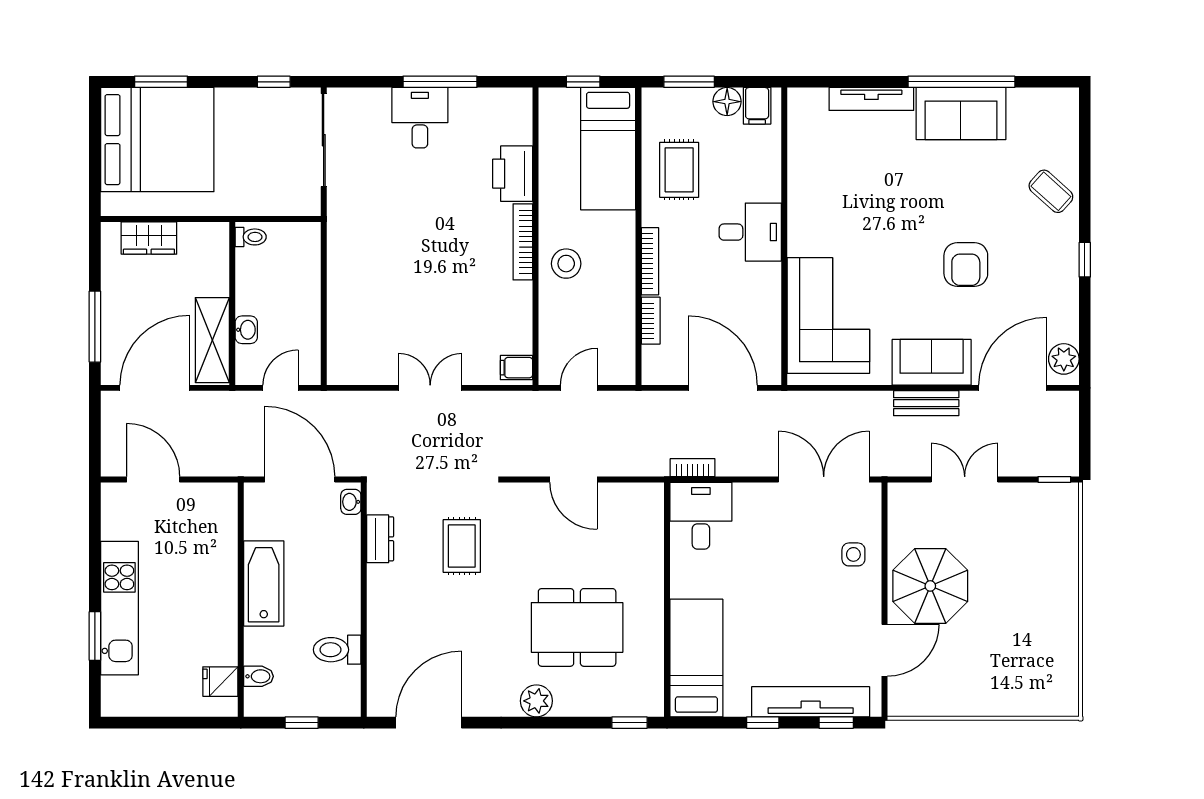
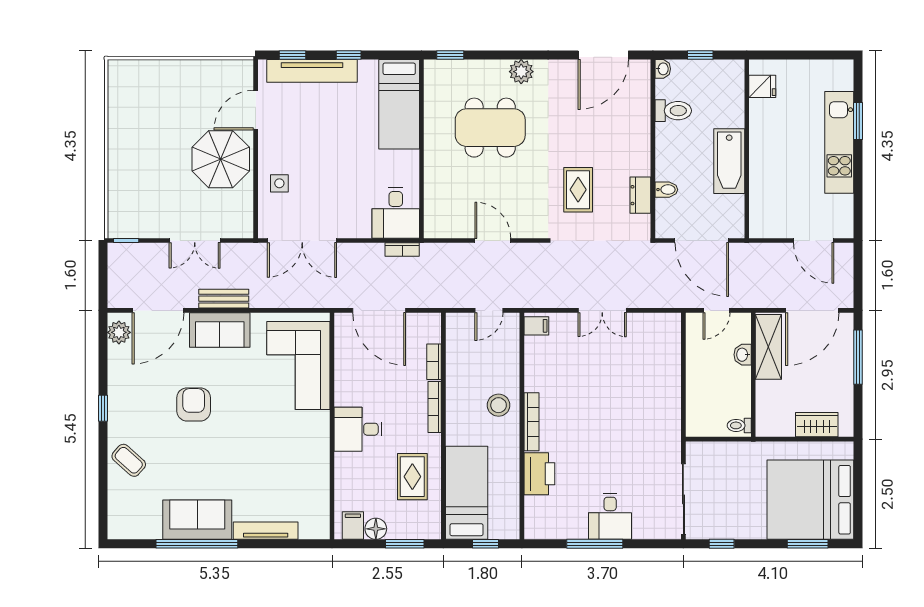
washbasin: (351, 502) -> (663, 69), moved
bidet: (259, 676) -> (666, 190), moved, turned 180

